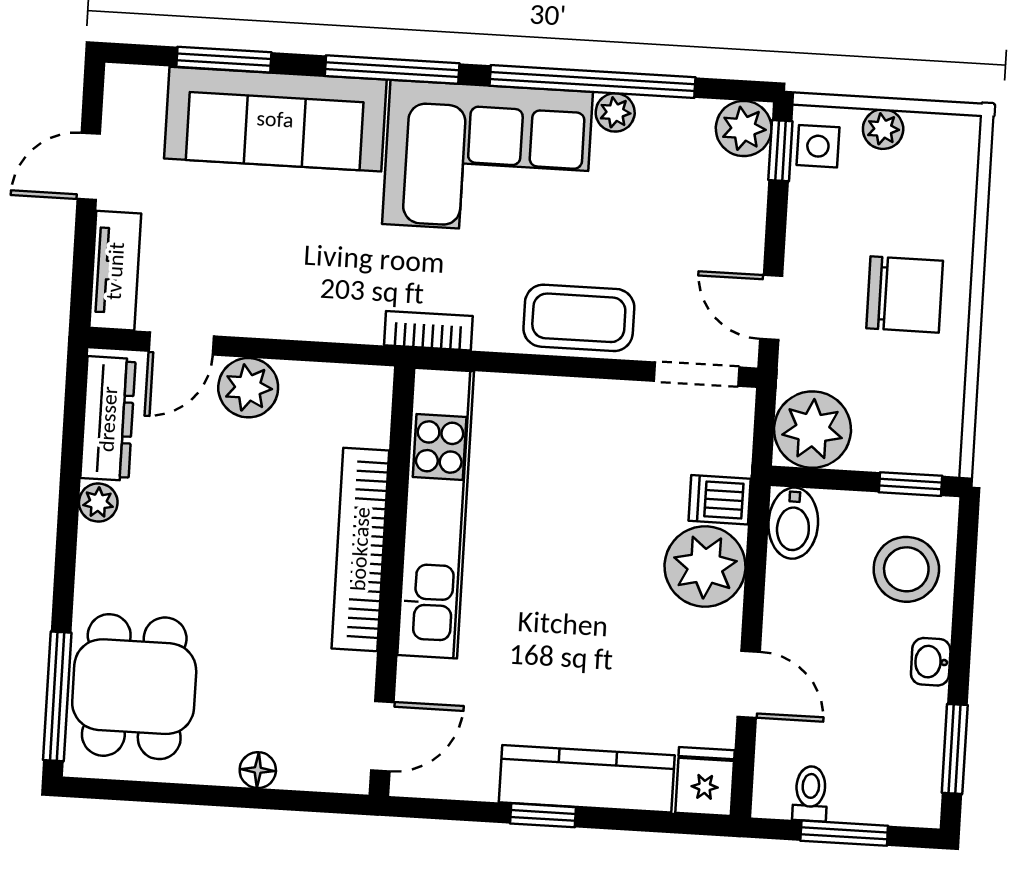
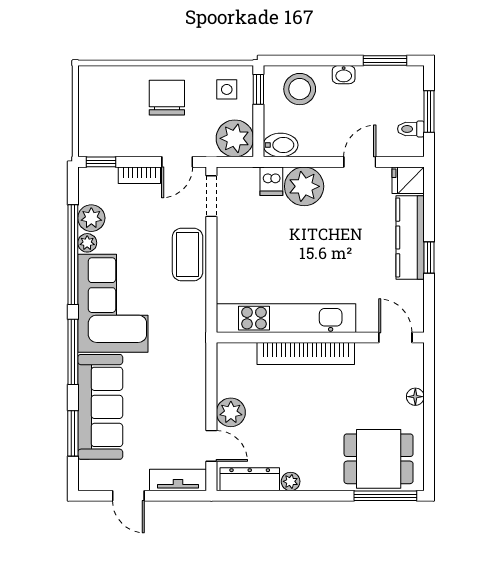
plant: (744, 129) -> (91, 218), moved
plant: (883, 129) -> (88, 113), removed
side table: (818, 146) -> (227, 89), moved
bookcase: (428, 331) -> (139, 175), moved, turned -90

